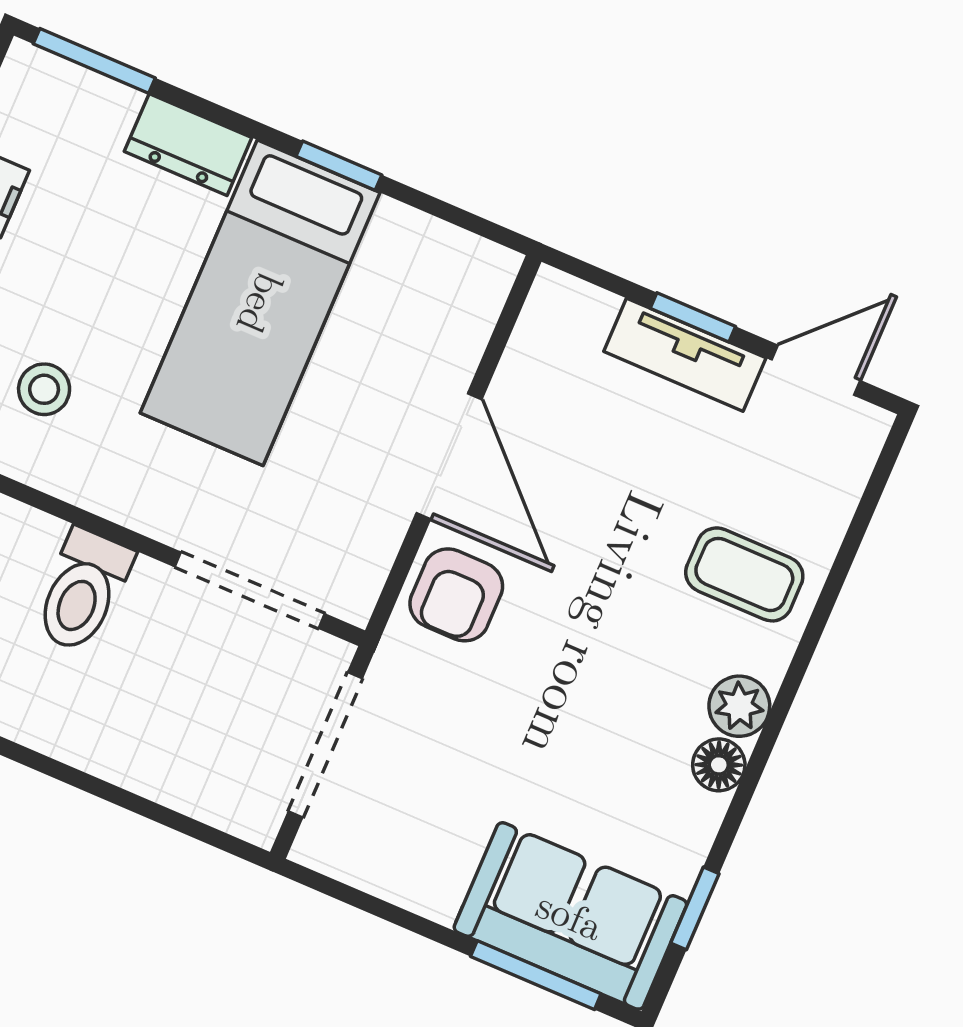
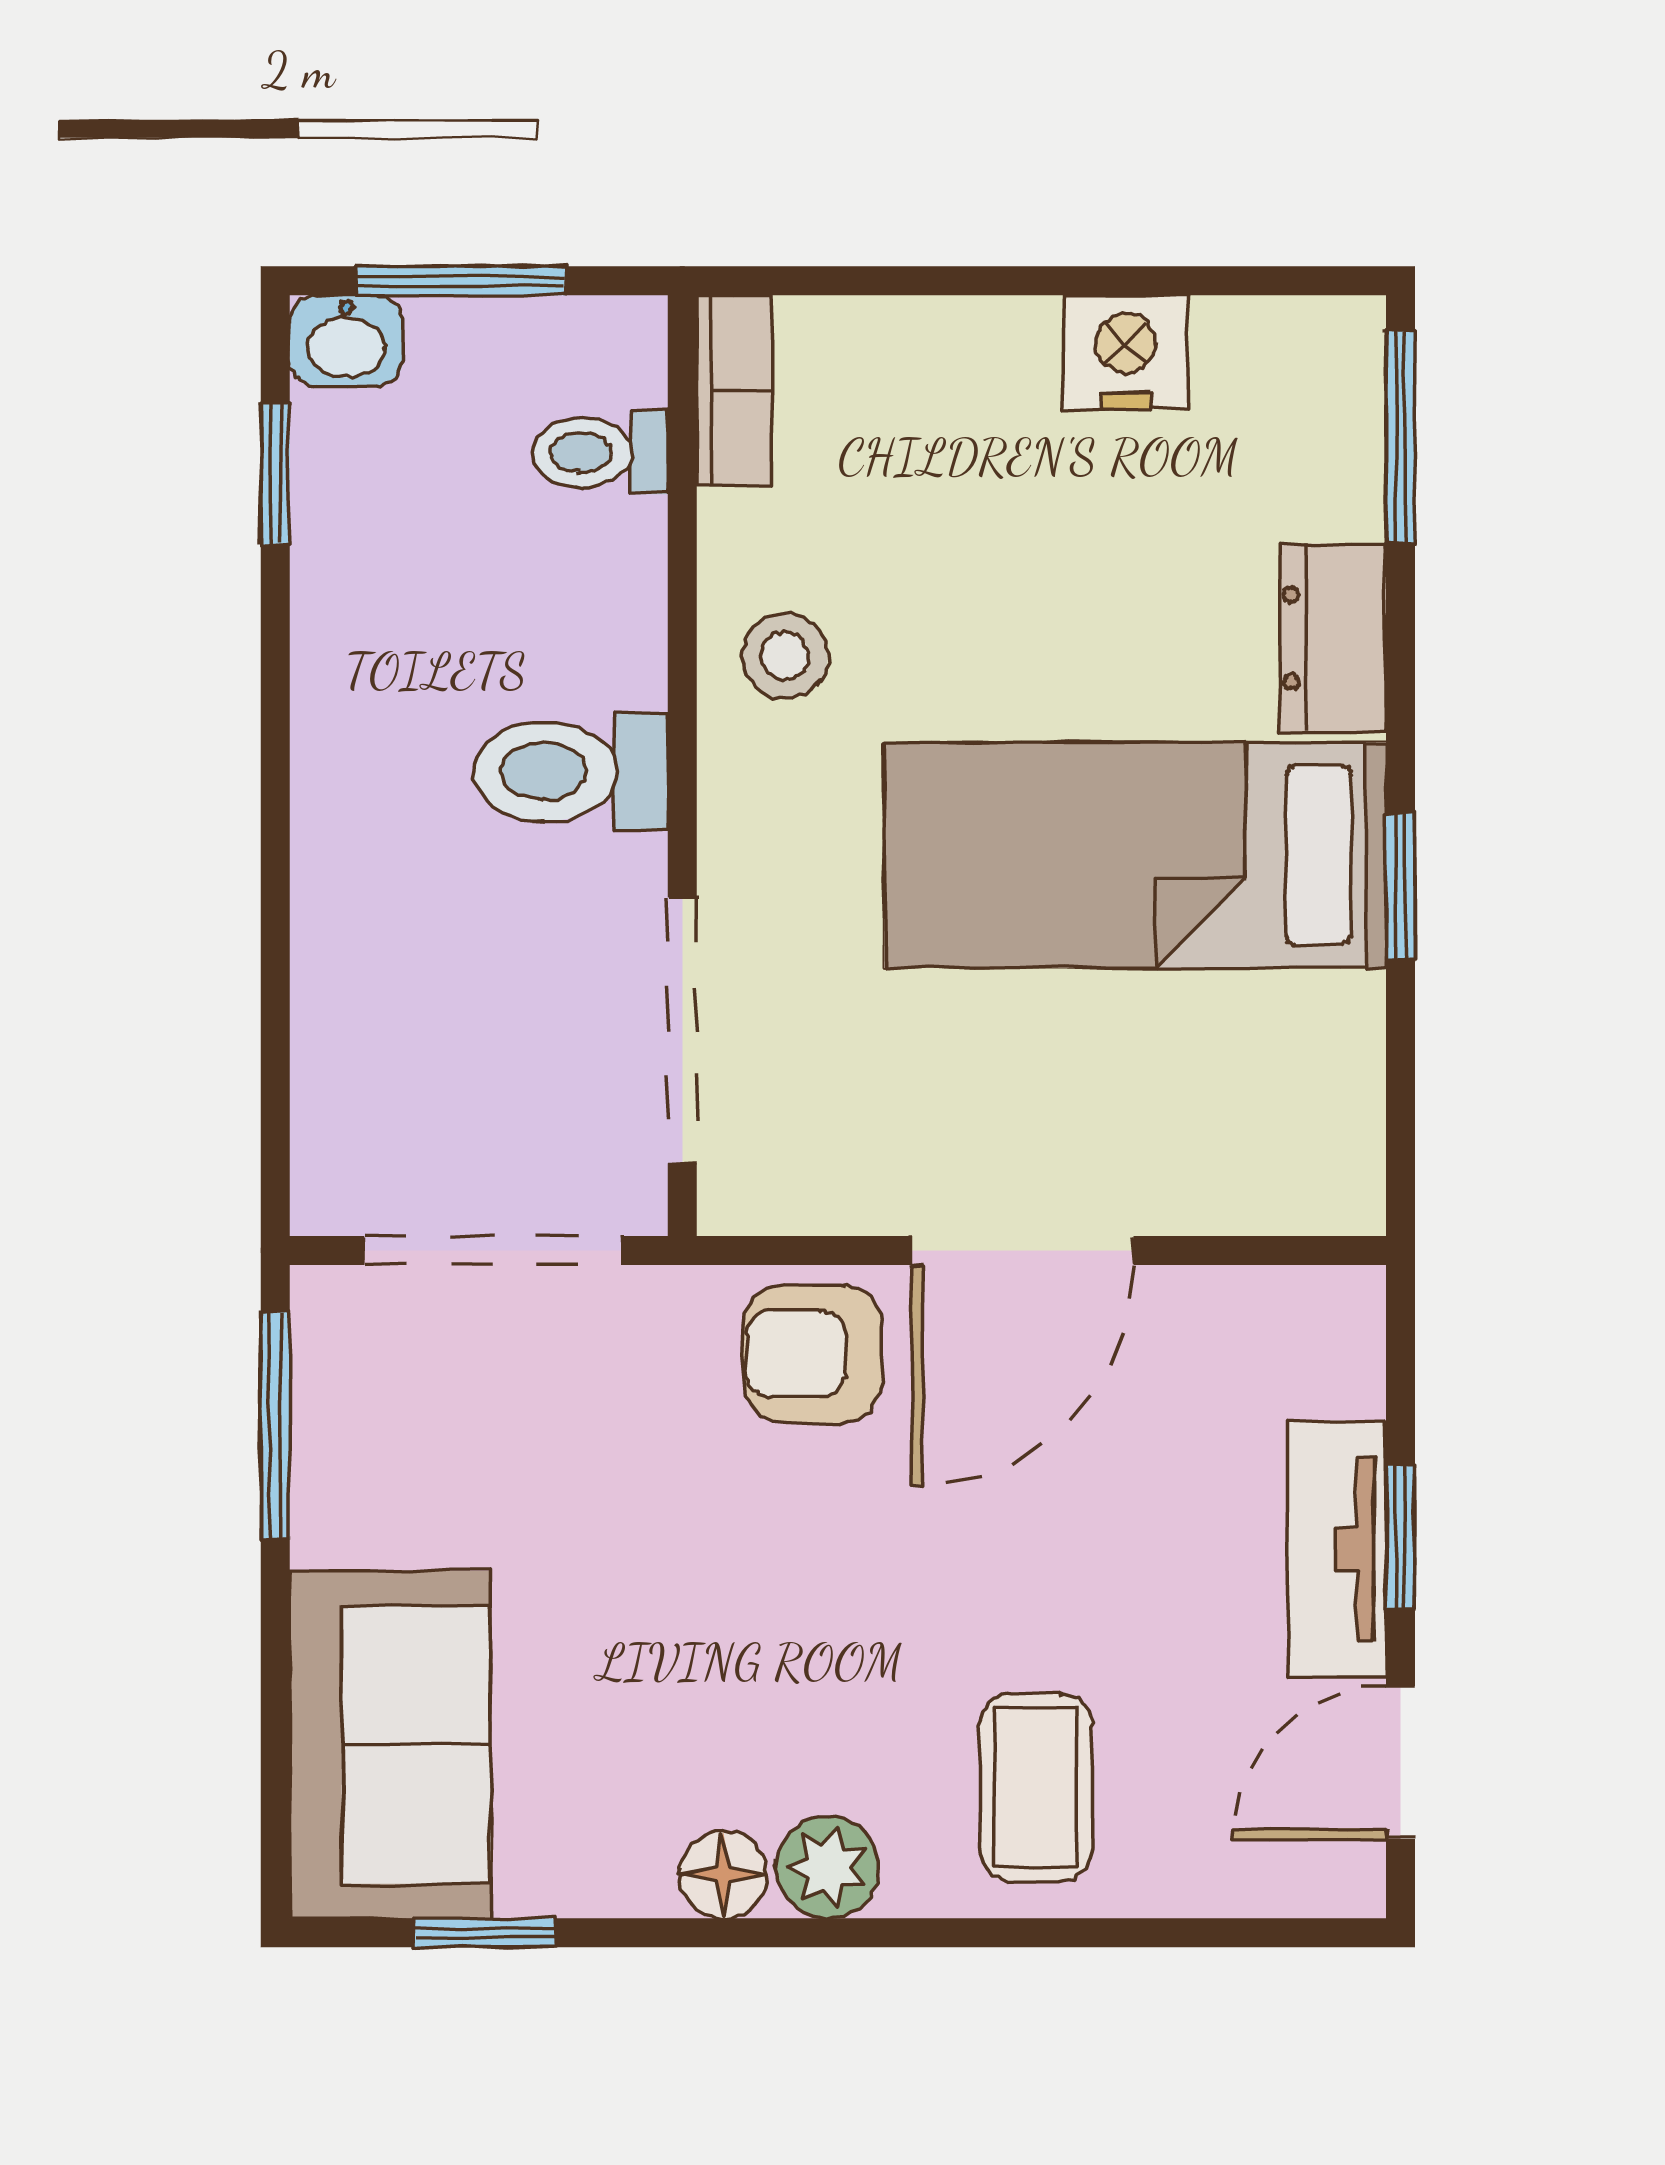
door: (816, 370) -> (1400, 1763), swing flipped
stool: (44, 389) -> (785, 656), moved
window: (536, 975) -> (275, 1425), moved

